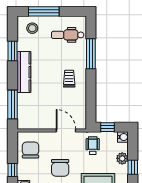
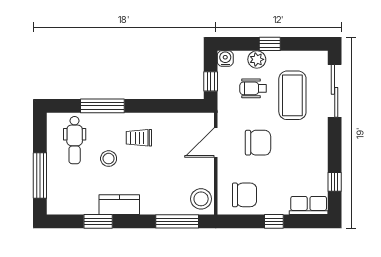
stool: (32, 28) -> (109, 159), moved
kitchen counter: (24, 72) -> (119, 205), width x0.67
stool: (28, 121) -> (201, 199), added
wheelchair: (93, 146) -> (253, 88), moved
chair: (31, 150) -> (244, 195), turned 180
chair: (60, 168) -> (258, 143), moved

